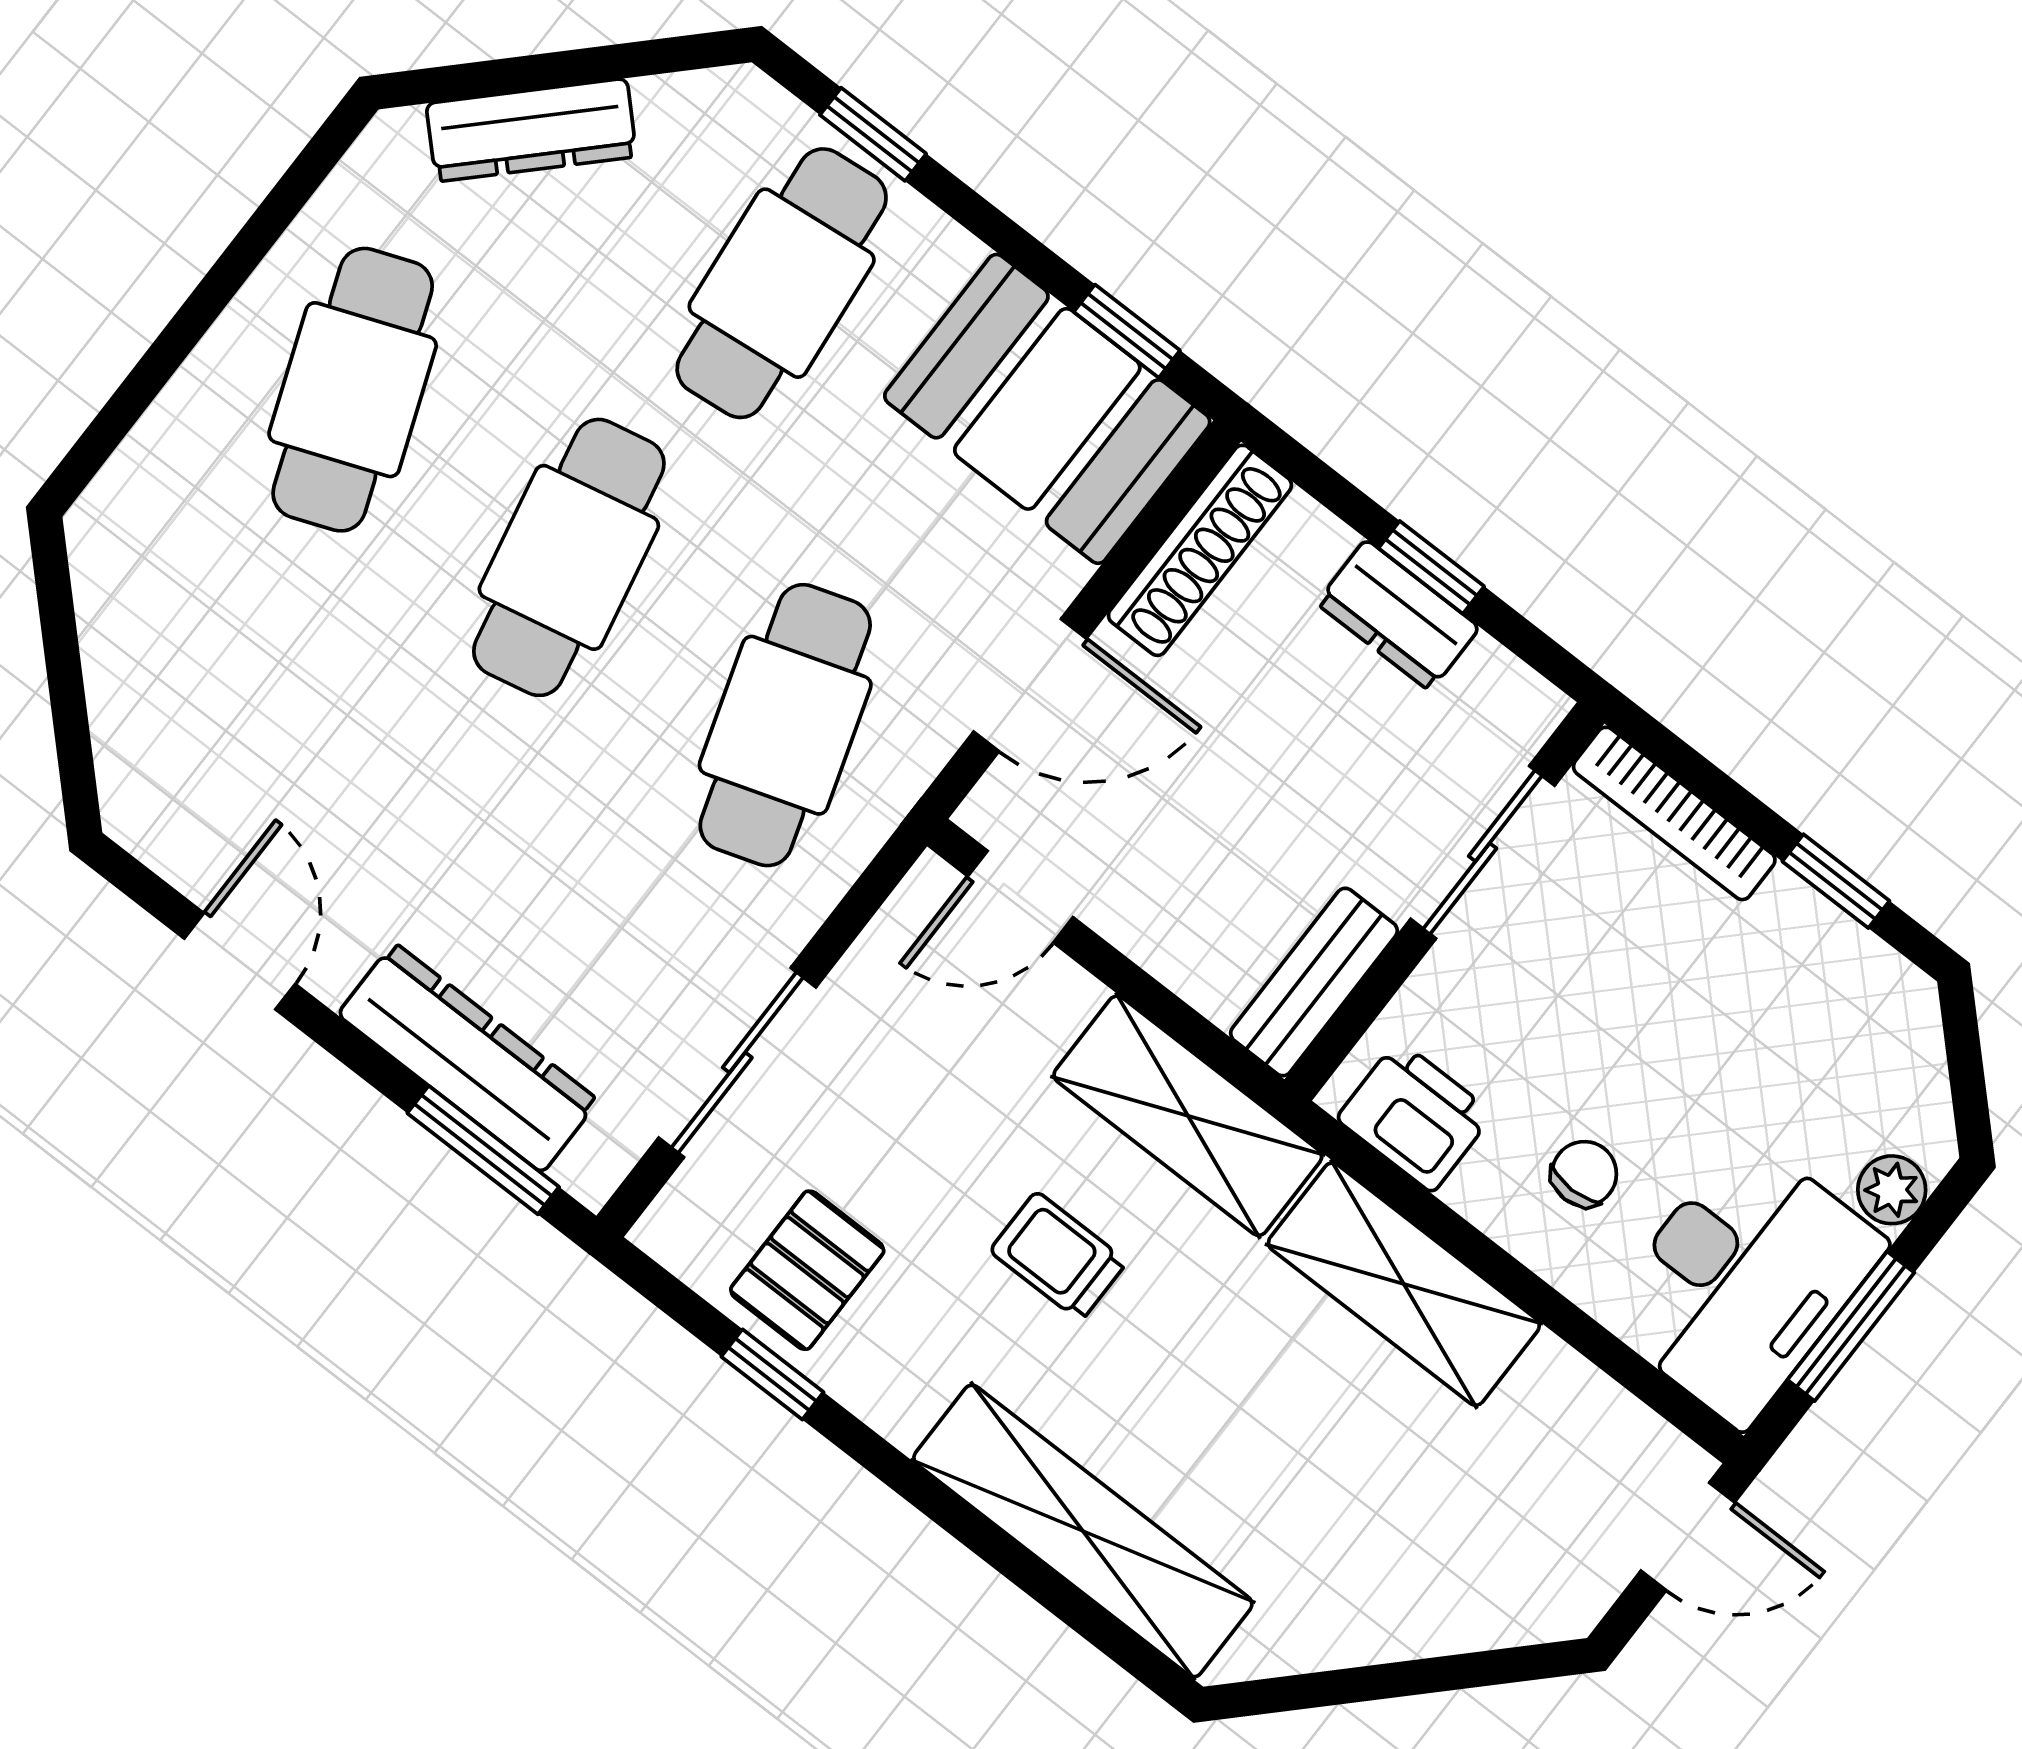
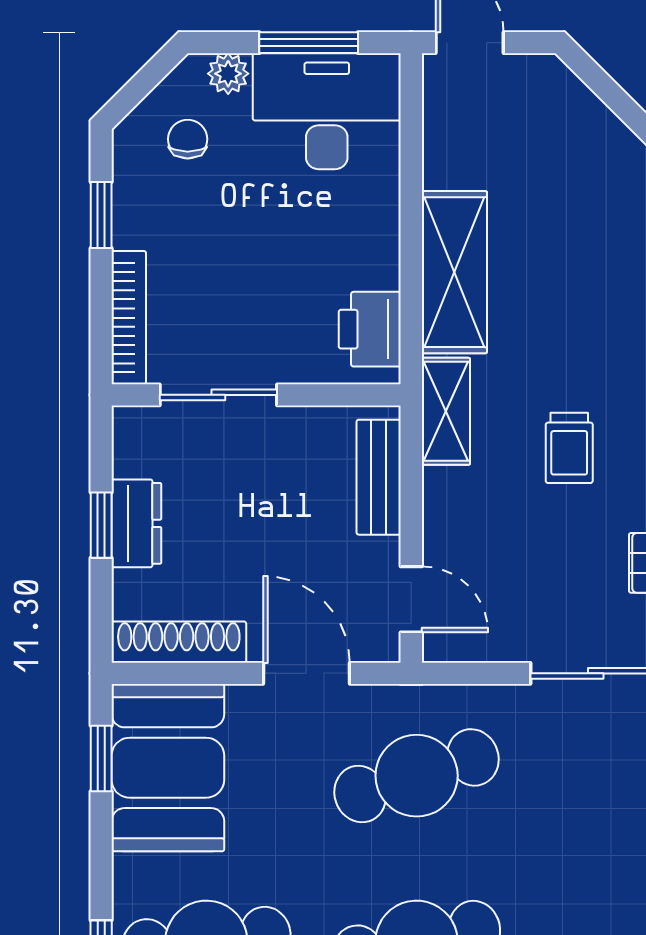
bench: (1314, 982) -> (379, 477), moved, turned 90
shelving: (1188, 1116) -> (446, 411), width x0.67, depth x0.75
chair: (1584, 1174) -> (188, 139), moved, turned 90

